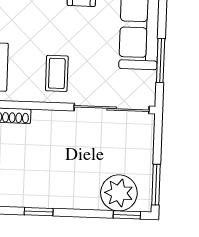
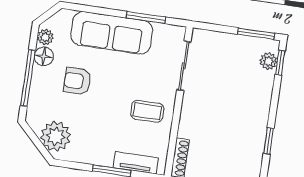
sliding door: (112, 108) -> (184, 66), width x0.73
plant: (119, 193) -> (268, 61), width x0.53, depth x0.53

